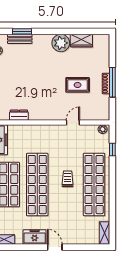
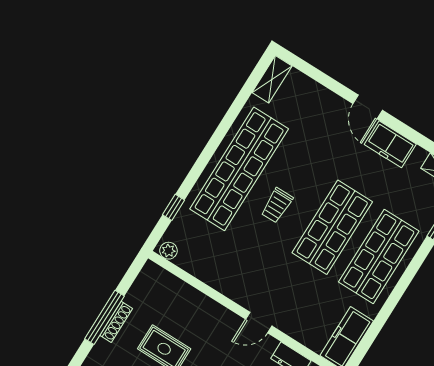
door: (73, 123) -> (259, 322), moved
shop shelf: (37, 185) -> (332, 227), width x0.71

